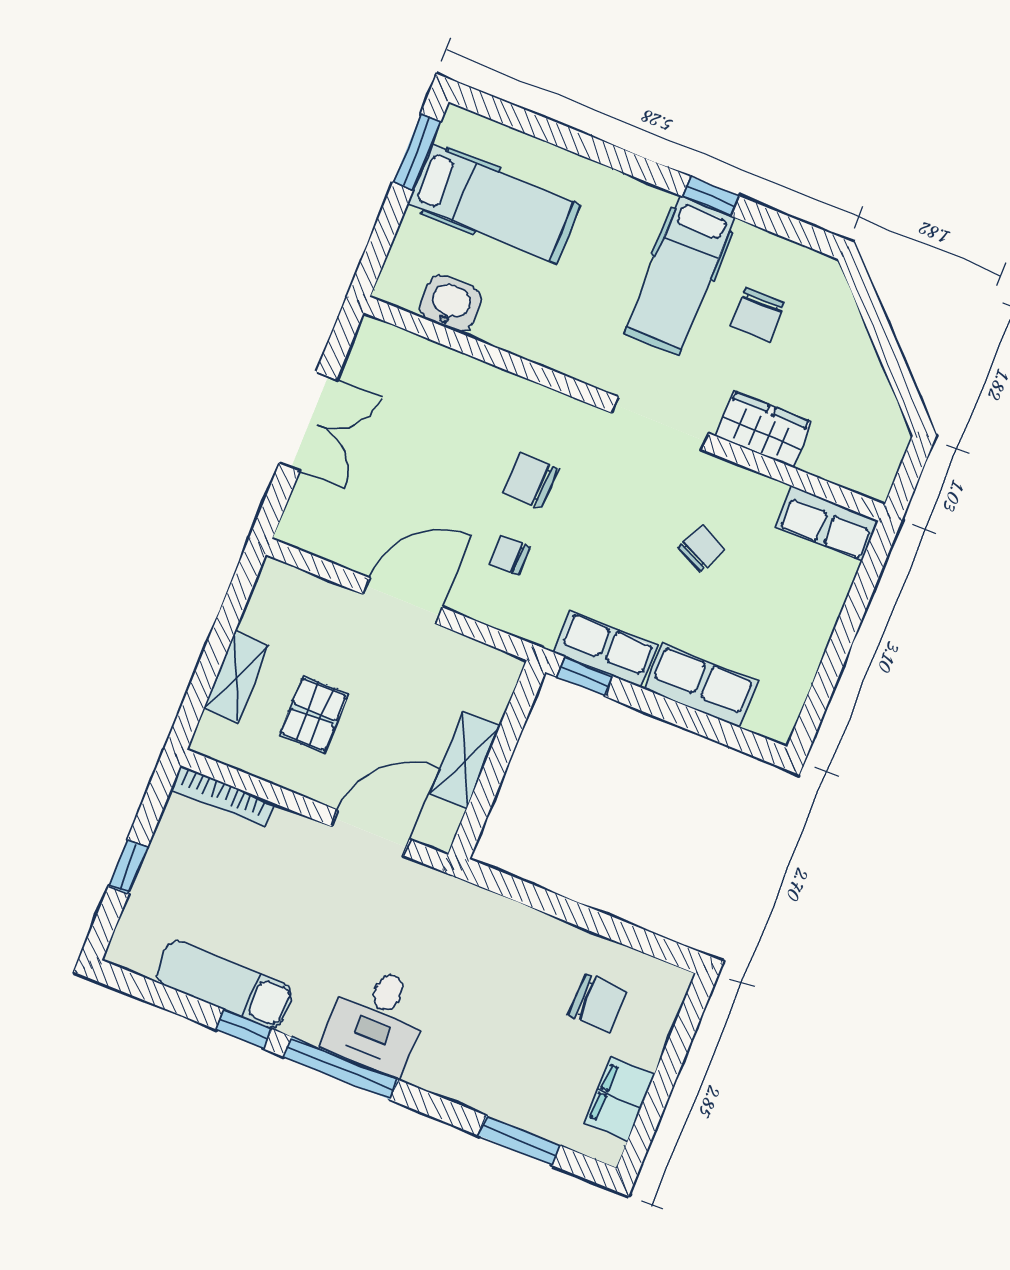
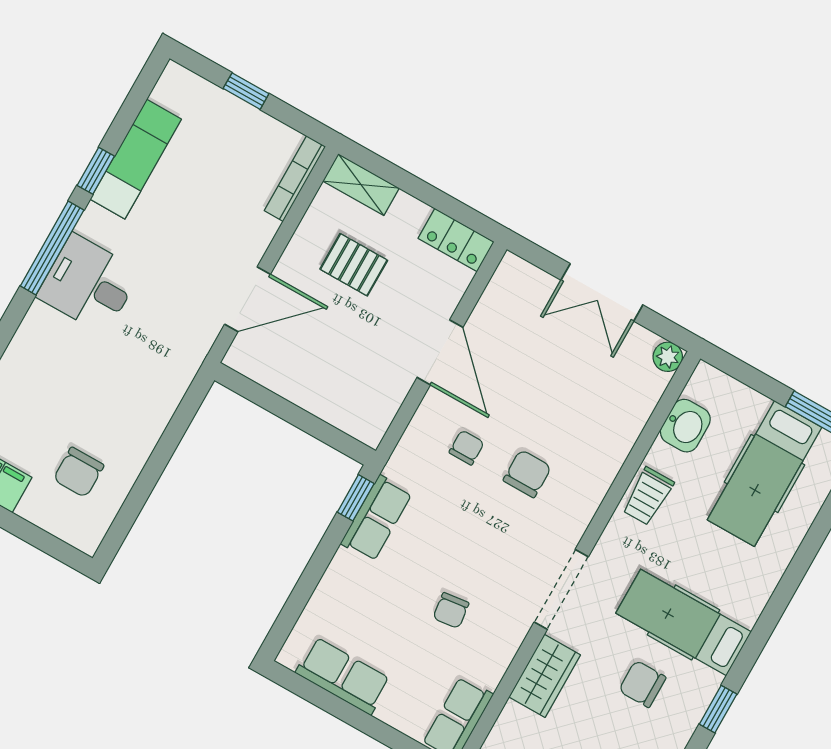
window: (710, 196) -> (718, 709), moved
plant: (373, 335) -> (668, 357), added
trolley: (538, 337) -> (648, 496), added
chair: (701, 548) -> (451, 610), turned 58
locker: (269, 599) -> (456, 240), added
shelving: (236, 677) -> (361, 185), moved
row of seats: (701, 685) -> (343, 676), moved, turned -90
shelving: (465, 760) -> (298, 387), removed
door: (370, 833) -> (248, 299), hinge flipped

